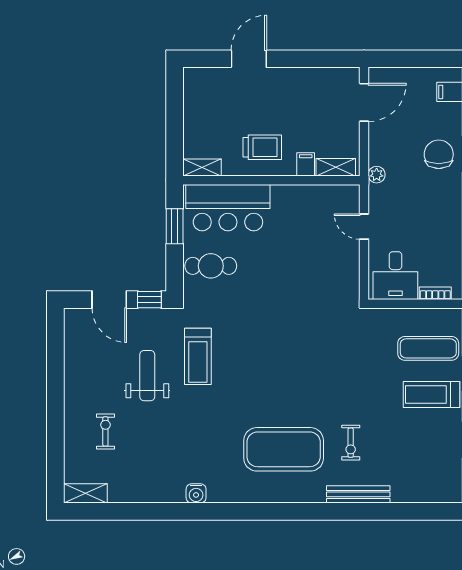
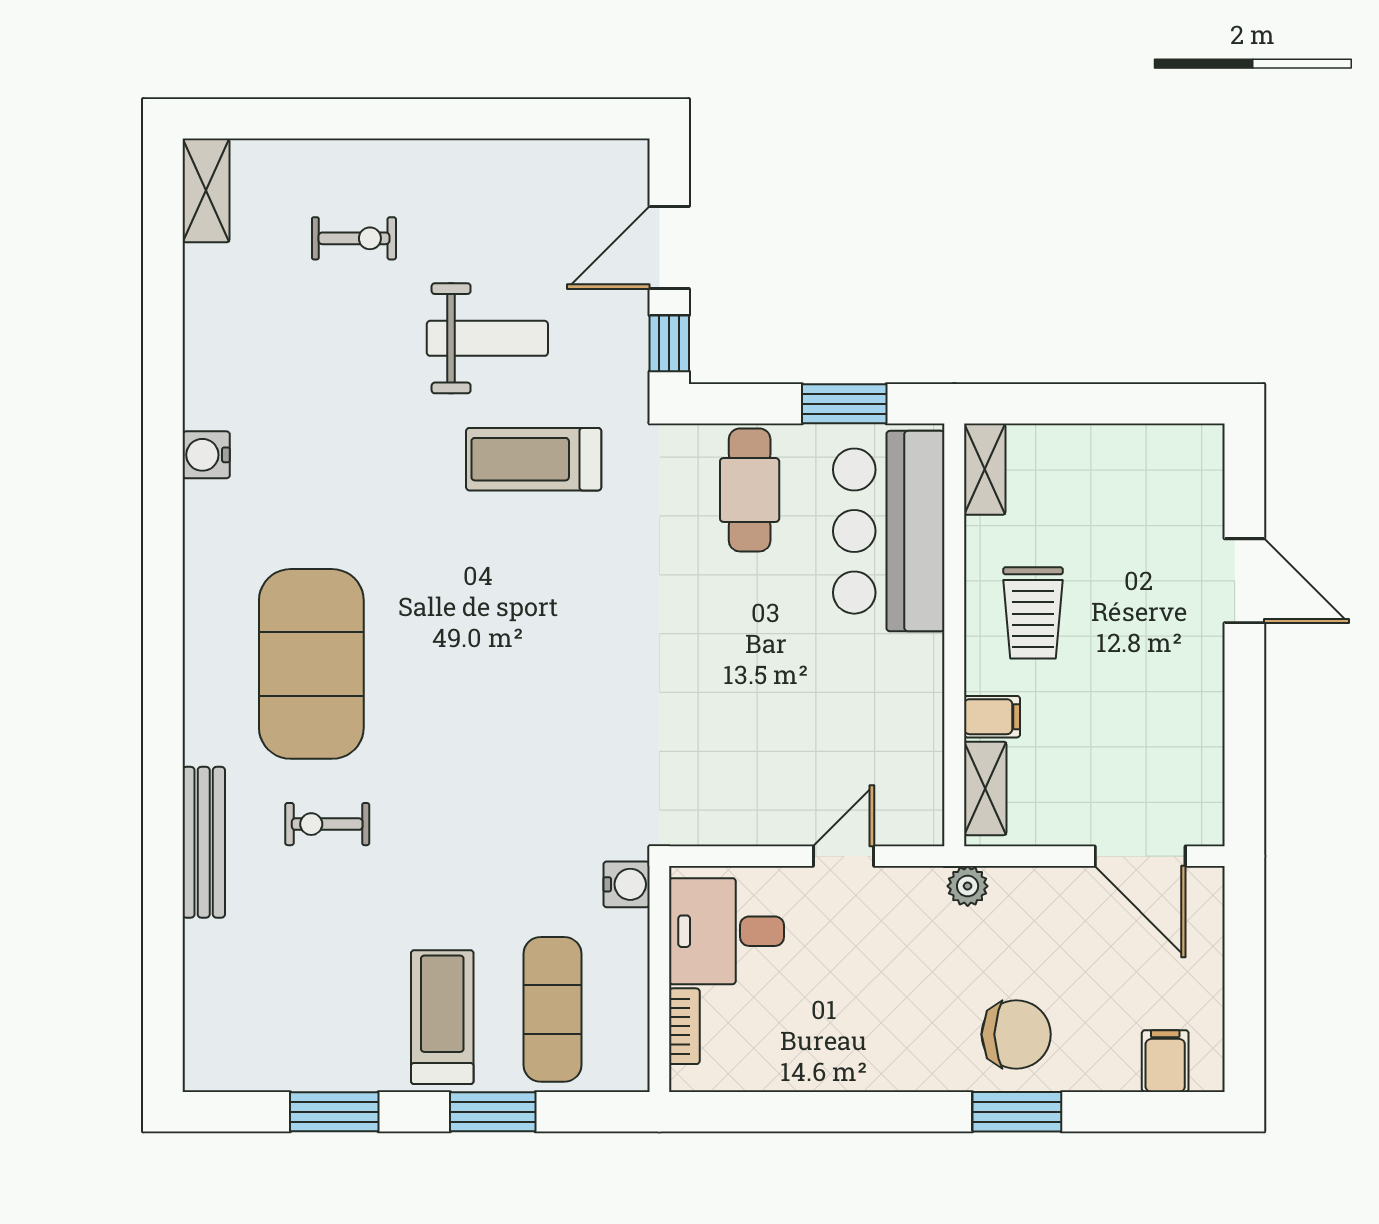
water cooler: (376, 317) -> (627, 884), added

